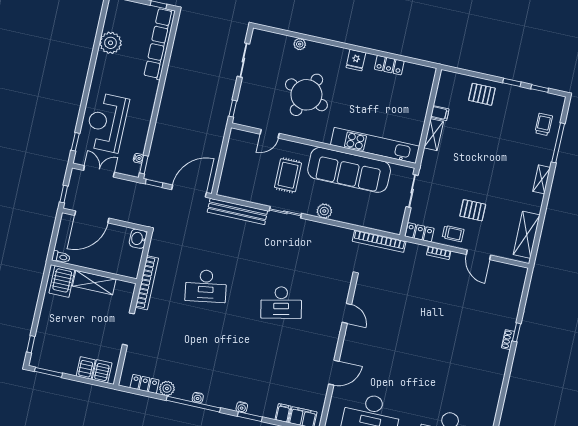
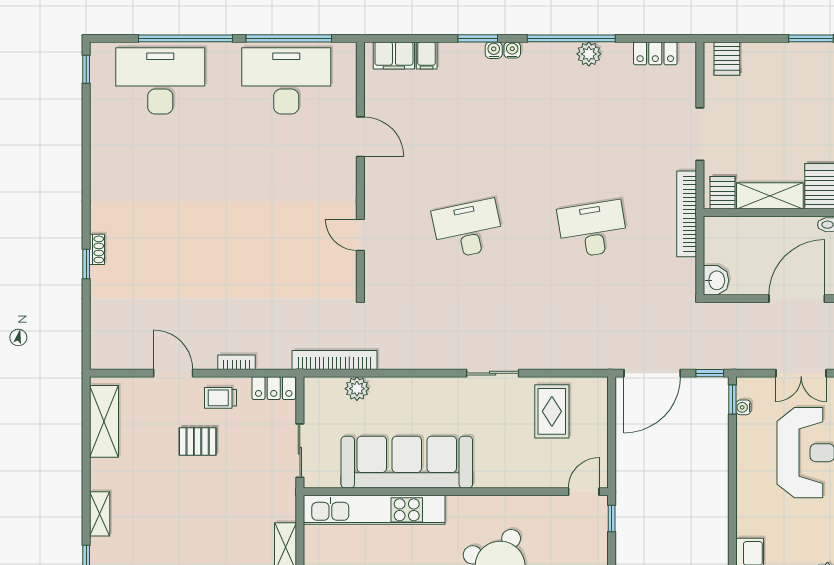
door: (270, 134) -> (584, 492), moved
rug: (288, 175) -> (552, 411), moved
bench: (237, 211) -> (569, 358), removed
plant: (324, 211) -> (357, 389), moved
server rack: (86, 368) -> (723, 193), moved, turned 180
door: (334, 373) -> (360, 137), swing flipped
plant: (167, 388) -> (589, 54), moved
water cooler: (198, 398) -> (512, 50), moved

